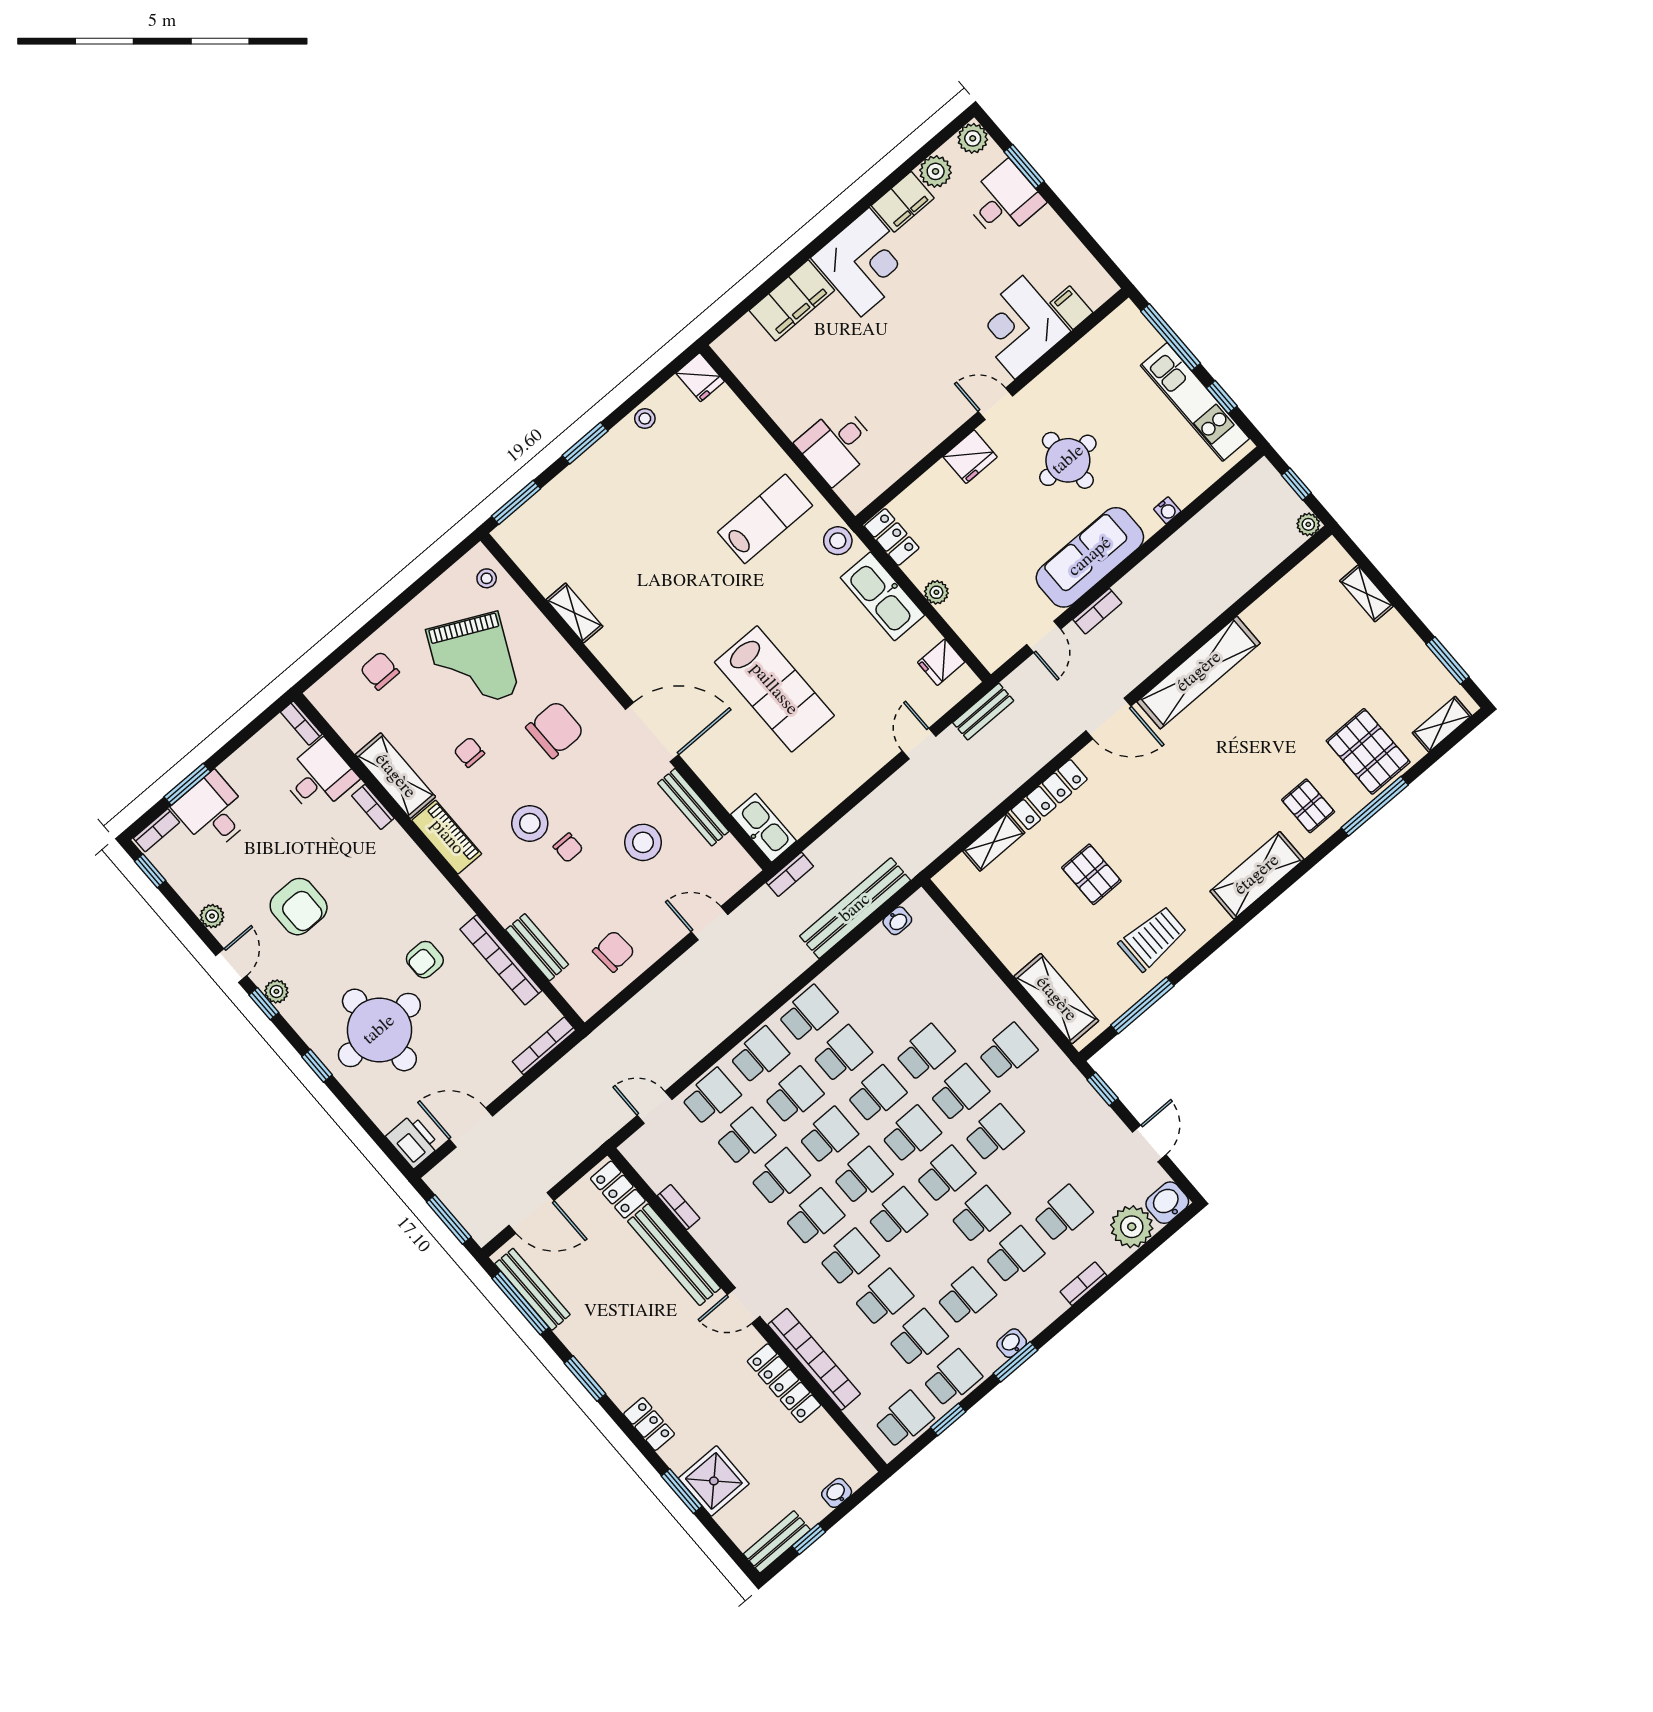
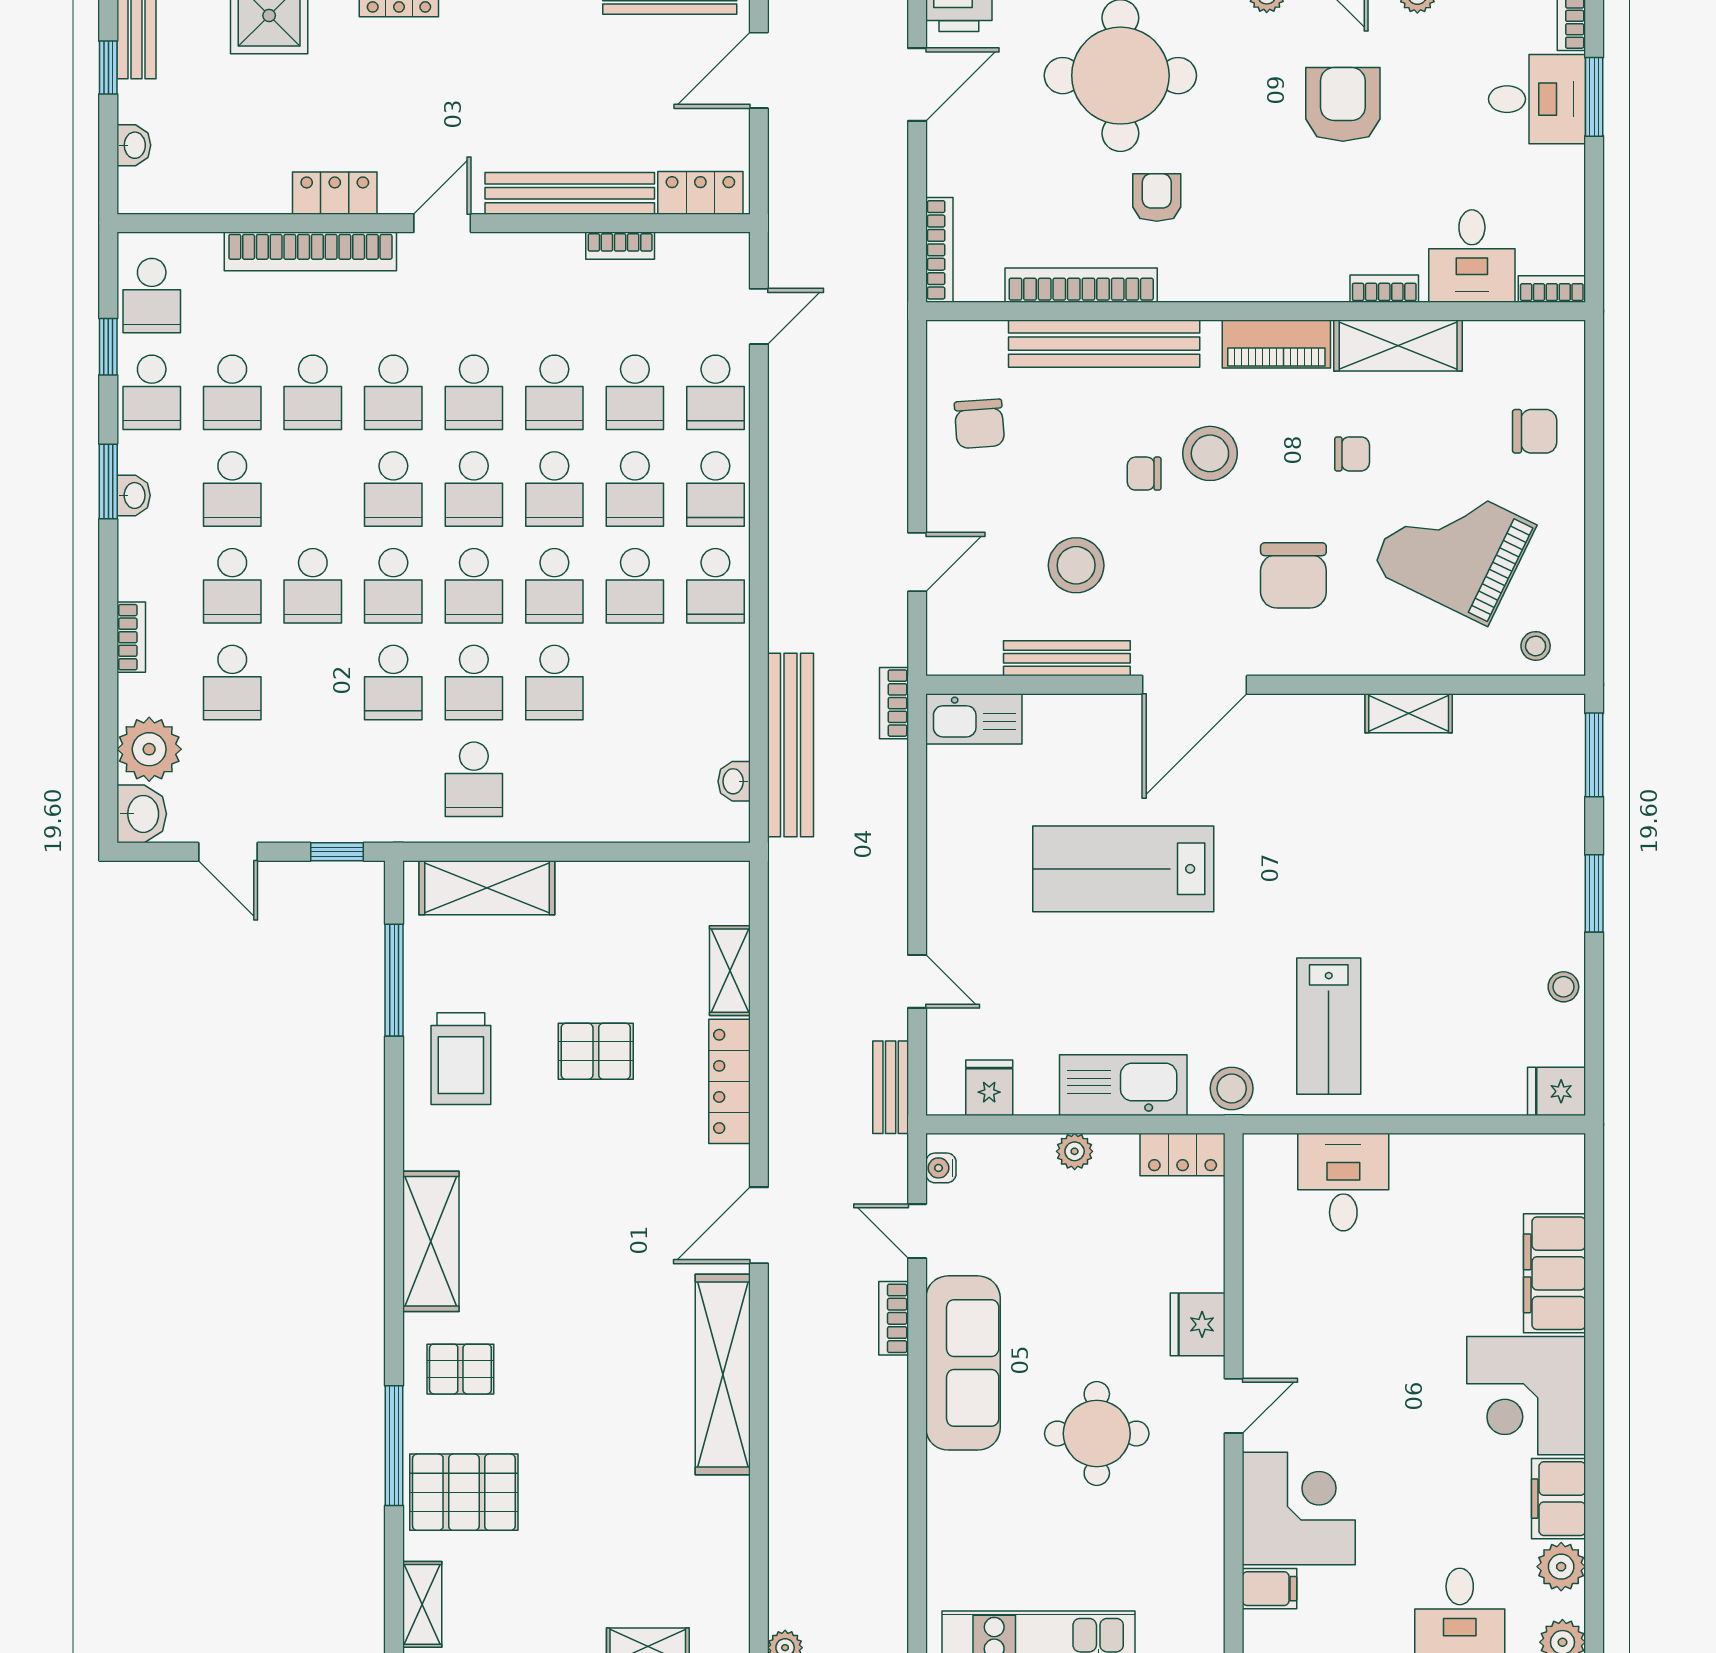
water cooler: (1167, 510) -> (941, 1168), moved
armchair: (299, 907) -> (1343, 104), turned 90
bench: (537, 947) -> (1104, 344), width x1.86, depth x1.21
locker: (784, 1383) -> (335, 193), width x0.66

